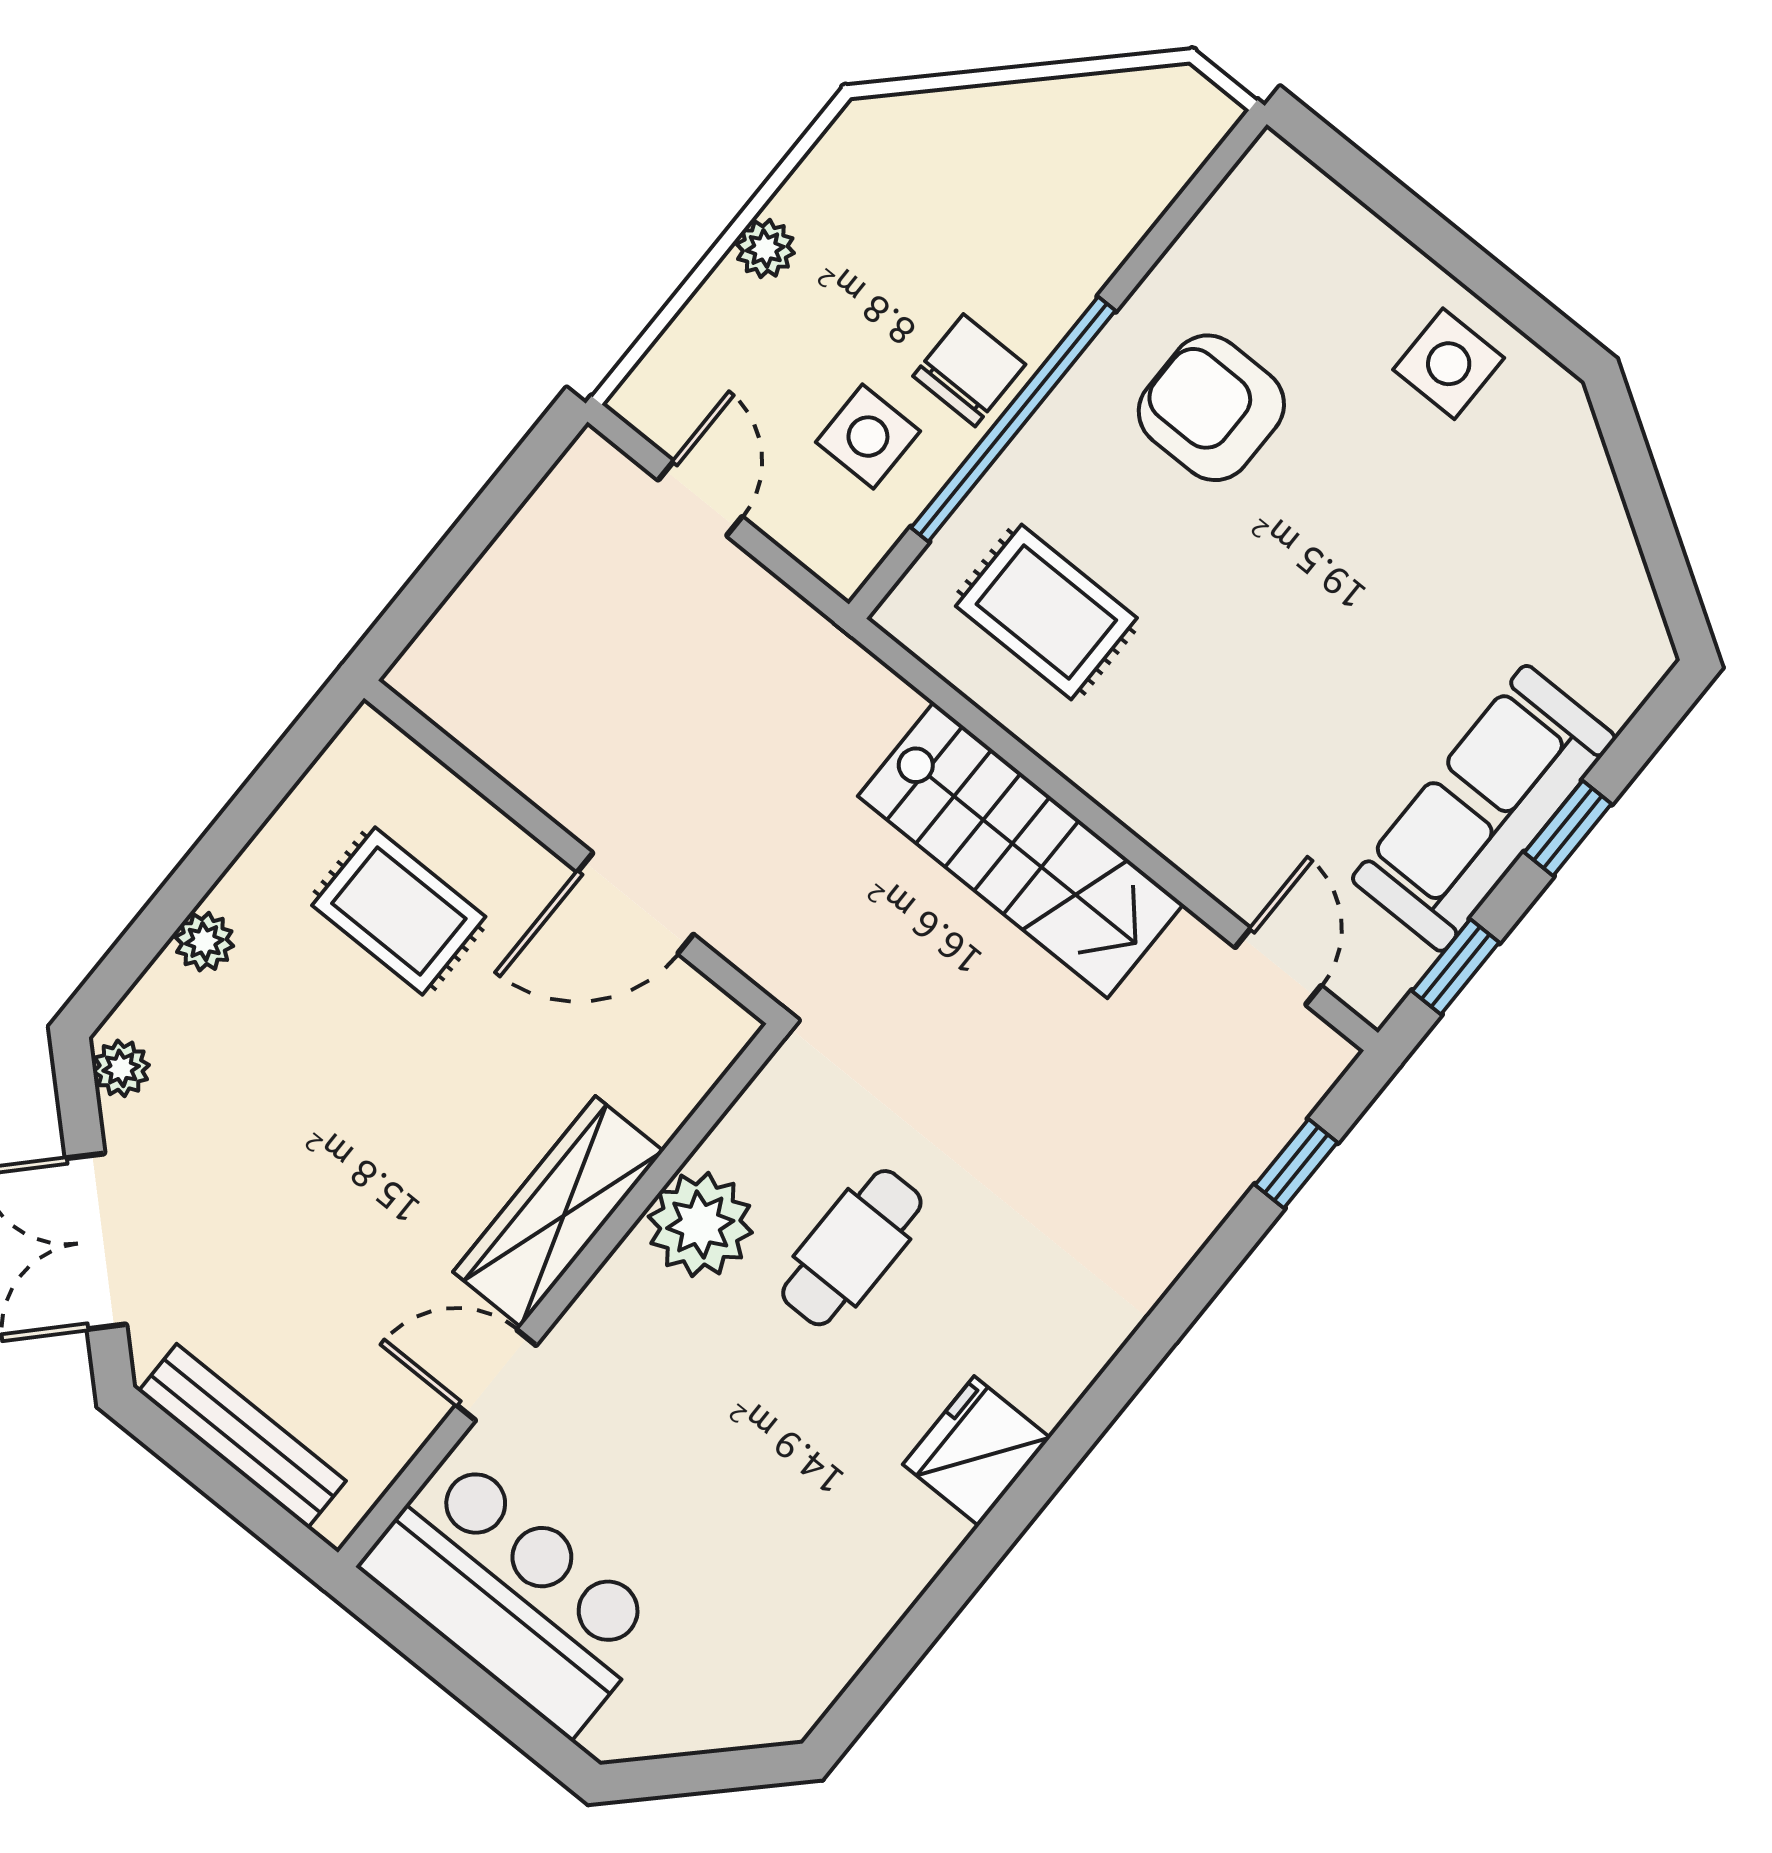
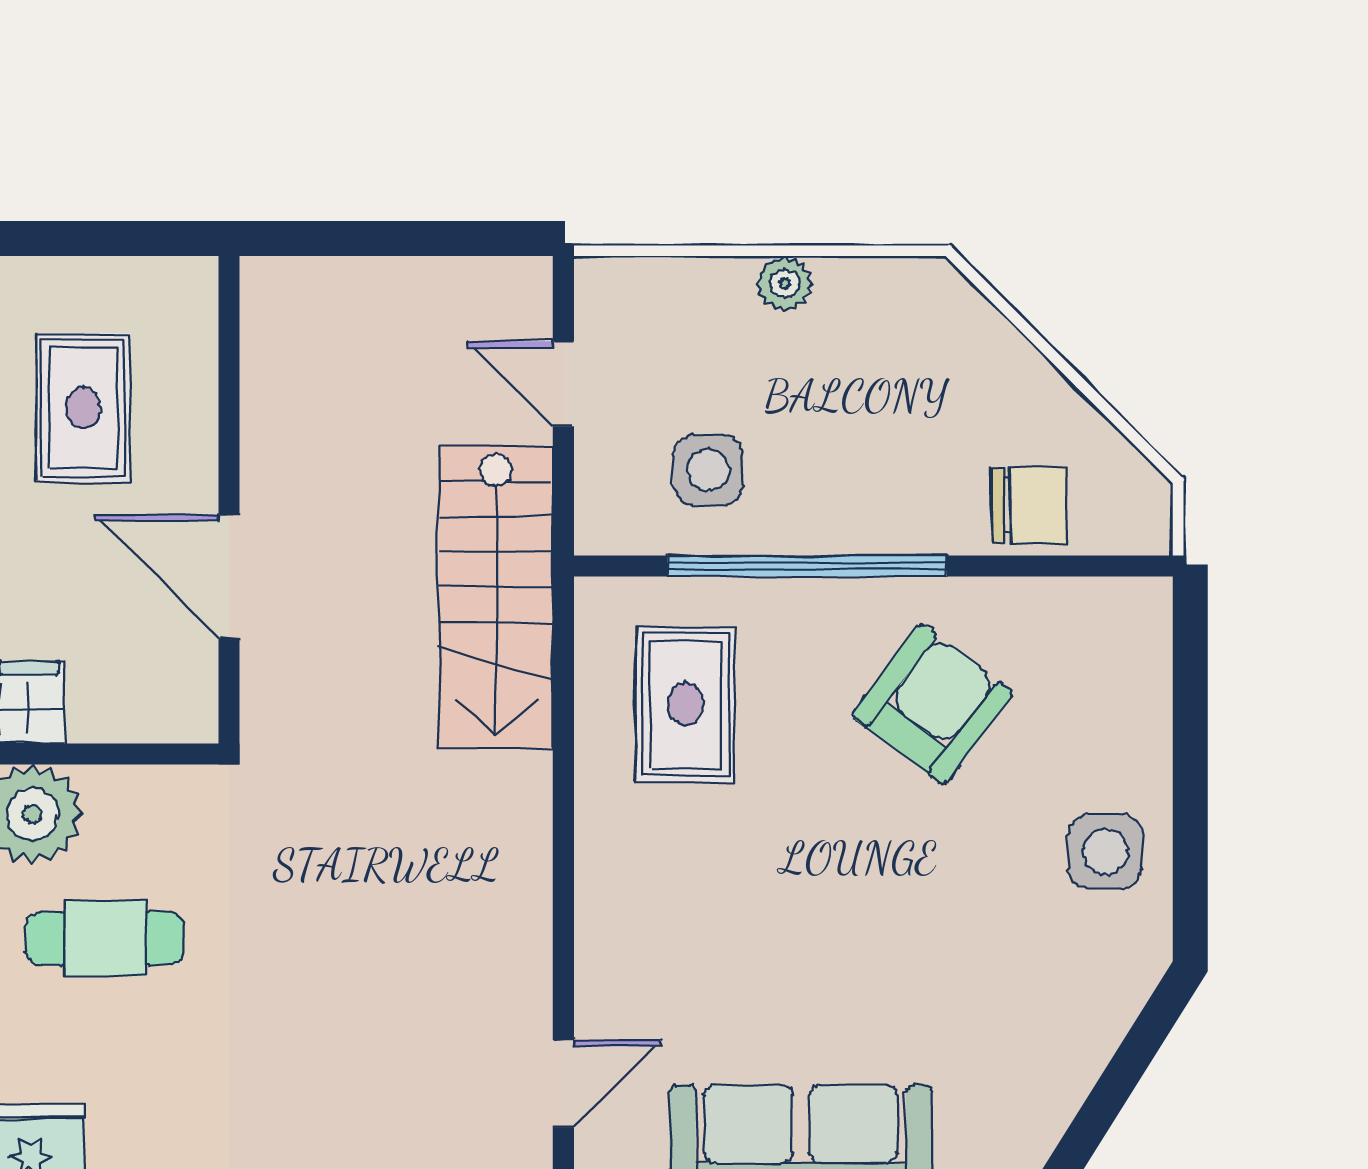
chair: (969, 370) -> (1029, 505), moved
armchair: (1211, 408) -> (932, 704), turned 37
door: (700, 498) -> (563, 384), swing flipped
stairs: (1021, 850) -> (496, 597), moved

